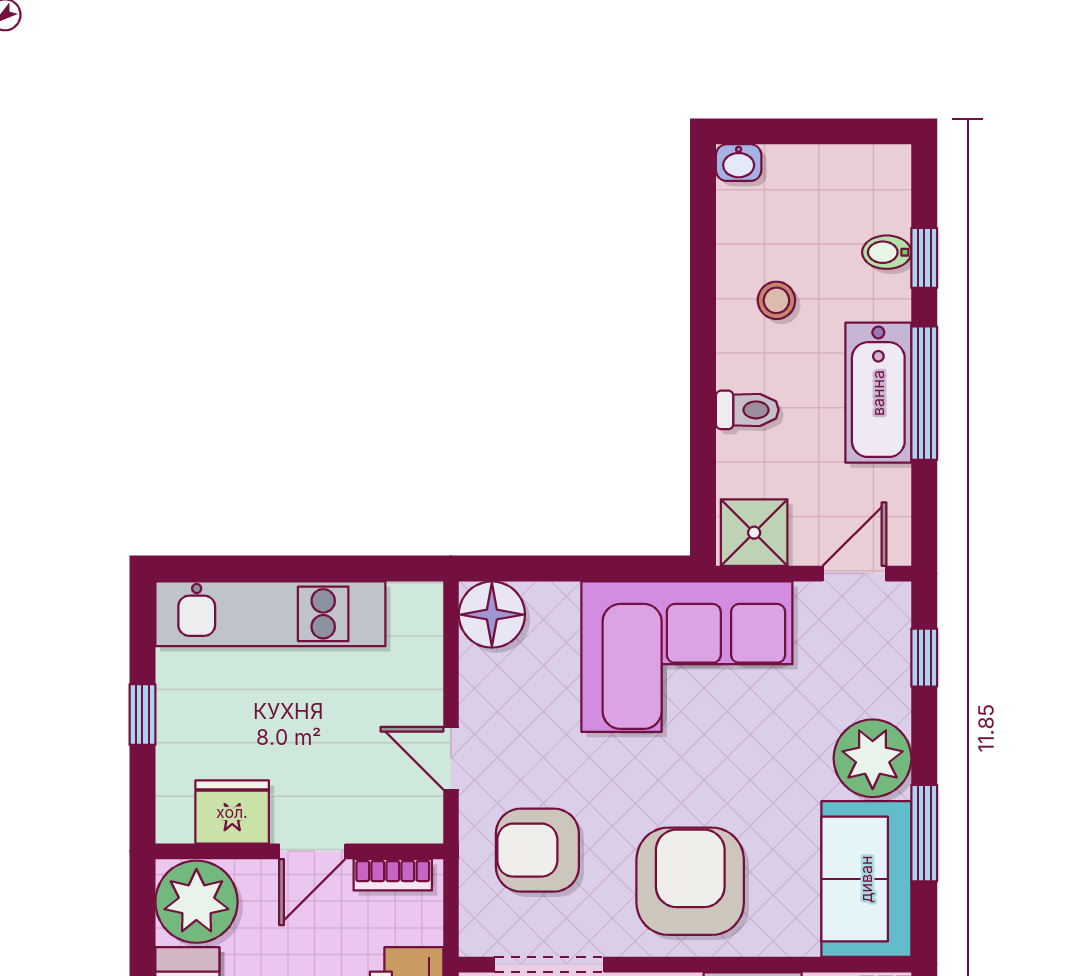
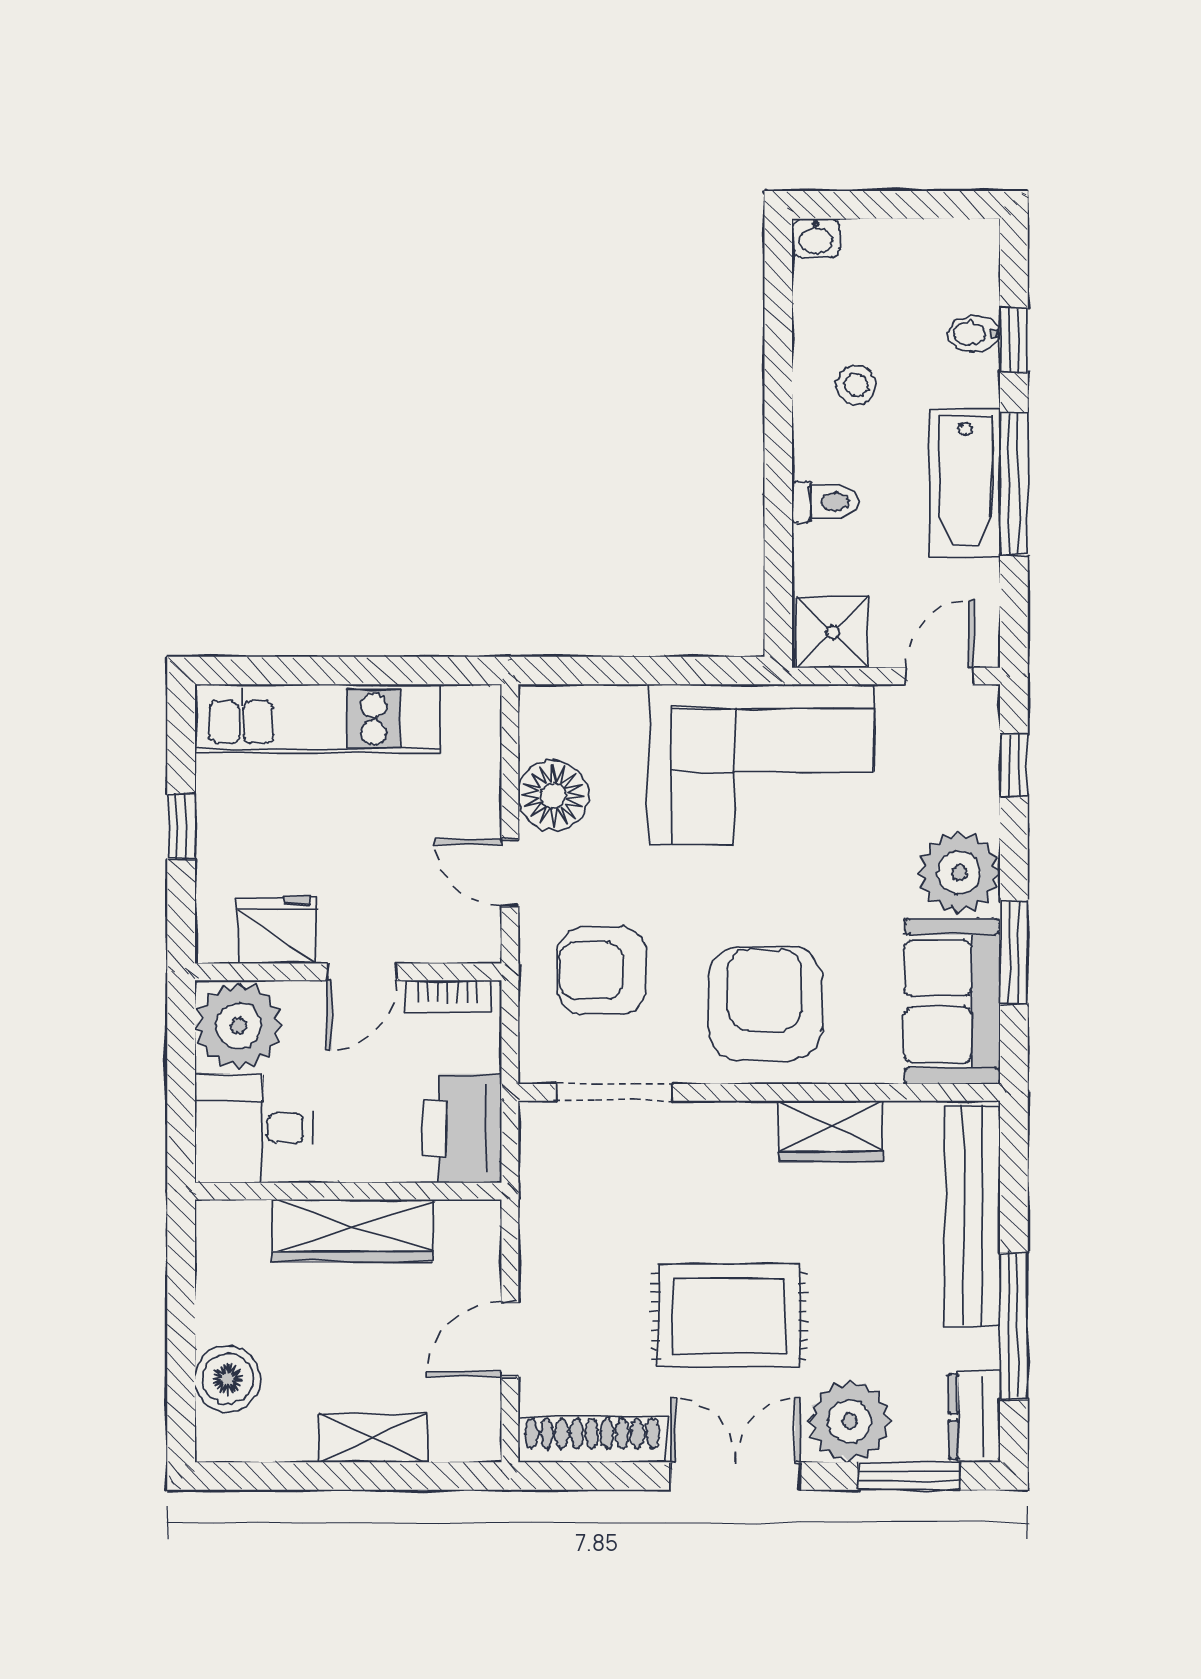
floor lamp: (492, 615) -> (553, 796), moved

